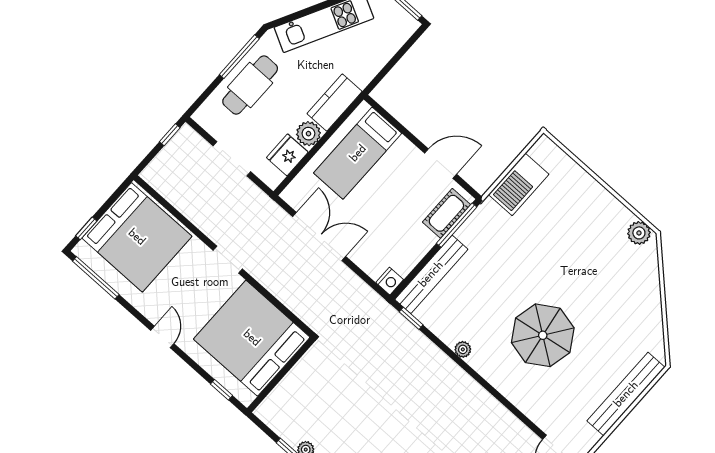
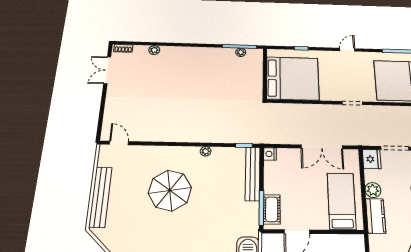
fridge: (287, 155) -> (372, 159), moved
door: (162, 337) -> (347, 50), swing flipped
bed: (252, 338) -> (293, 78), moved
wall: (281, 375) -> (265, 73), moved

